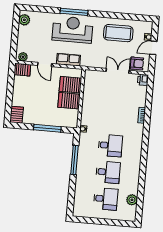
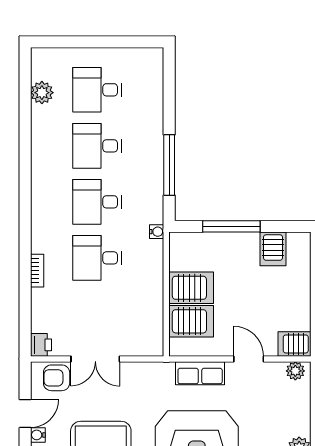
server rack: (17, 115) -> (273, 249), moved
desk: (113, 119) -> (97, 258), added

